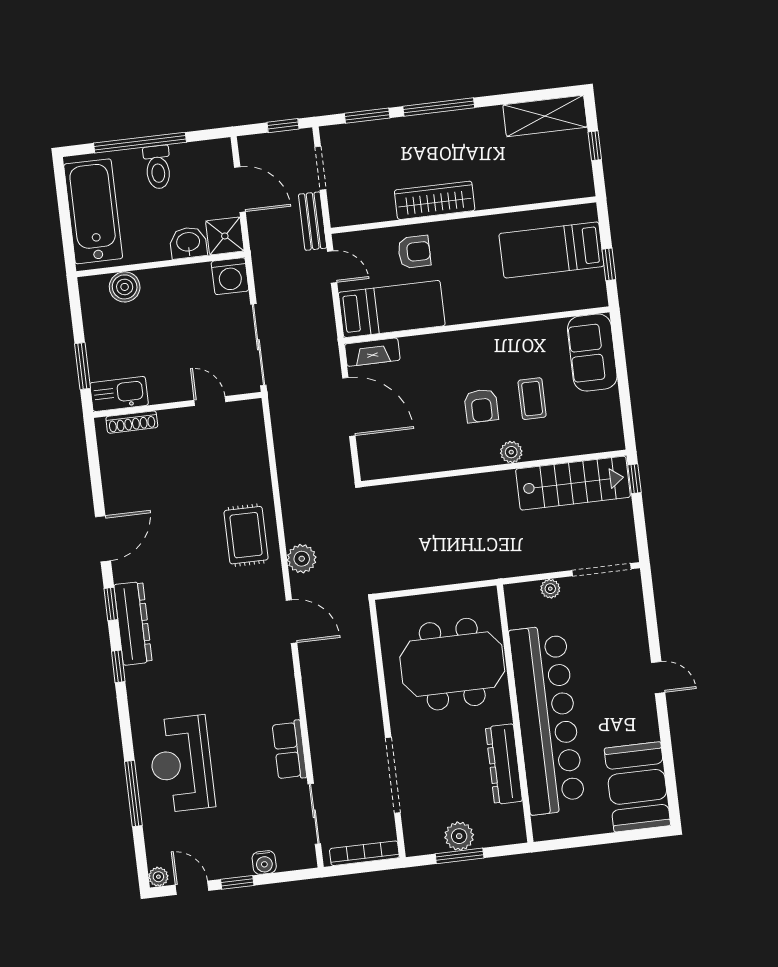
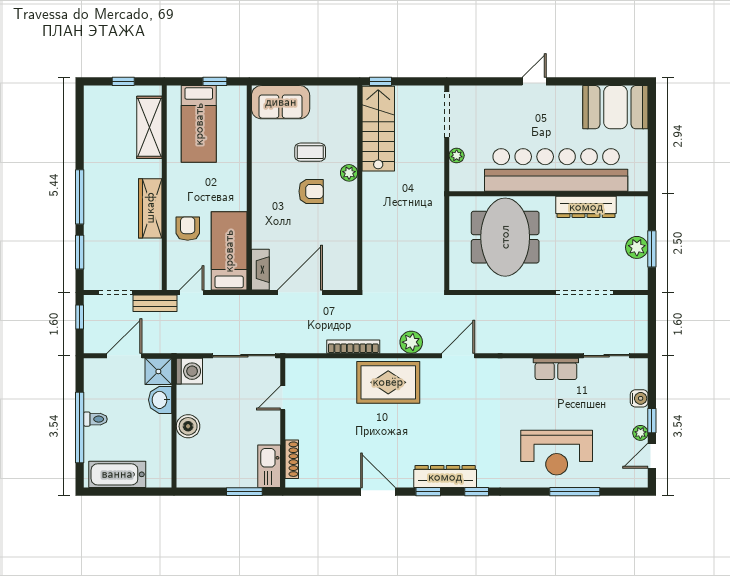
shelving: (545, 116) -> (149, 127), moved
toilet: (158, 167) -> (95, 419), width x0.73, depth x0.72
bathtub: (93, 211) -> (117, 474), width x0.73, depth x0.73
boiler: (125, 287) -> (188, 426), moved
rug: (246, 535) -> (388, 382), width x1.36, depth x1.43
bookcase: (364, 853) -> (353, 347), moved, turned 90
plant: (158, 877) -> (640, 433), moved

